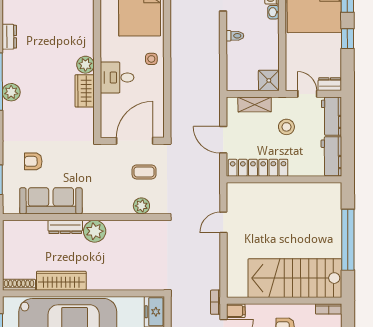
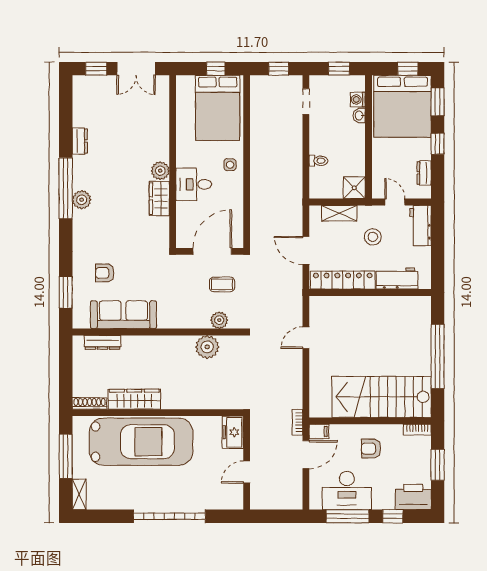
toilet: (235, 36) -> (318, 161), moved
dresser: (330, 84) -> (424, 173), moved, turned -90
workbench: (331, 156) -> (397, 278), moved, turned 90
dresser: (65, 227) -> (102, 342), moved
plant: (95, 231) -> (207, 347), moved

